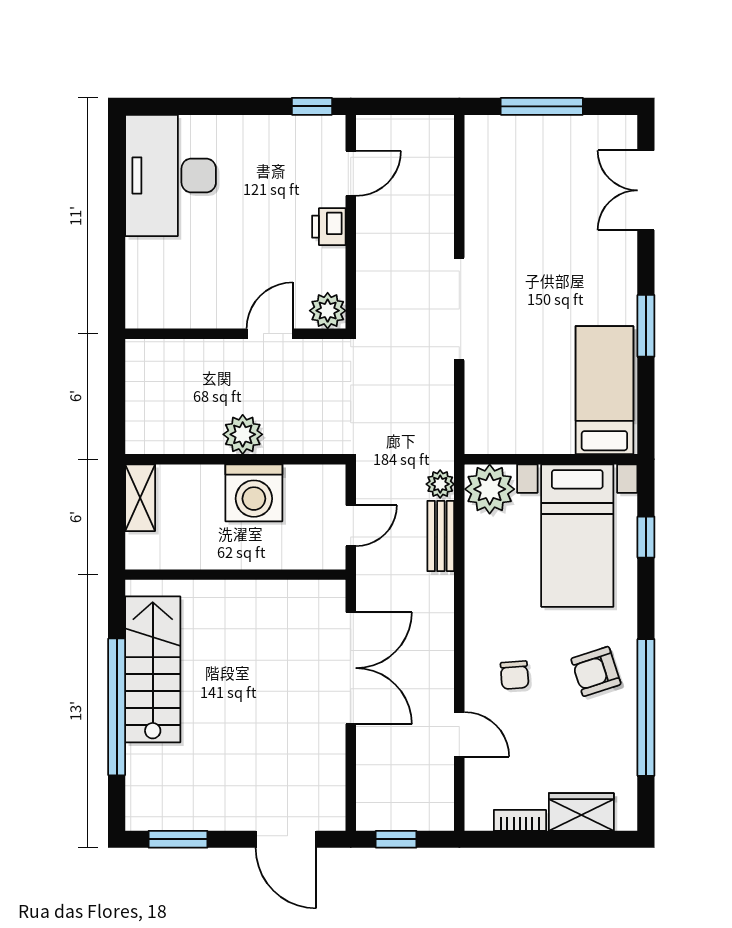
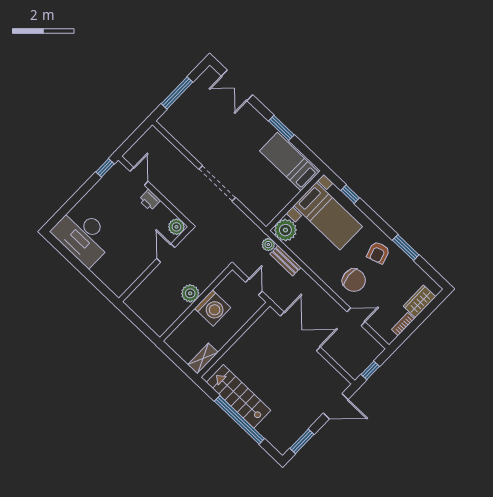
shelving: (140, 498) -> (203, 358), moved, turned 90
chair: (514, 675) -> (354, 280), width x1.87, depth x1.87
window: (646, 707) -> (406, 248), width x0.47

